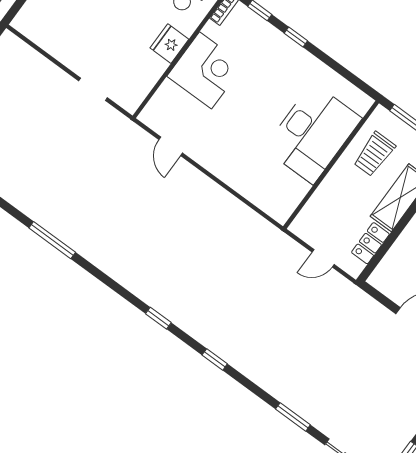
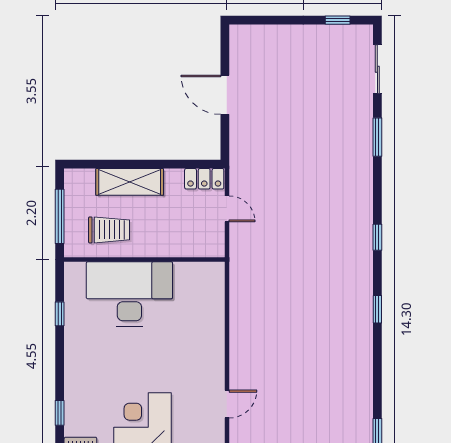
window: (296, 37) -> (60, 314), moved
locker: (370, 243) -> (204, 179), moved

